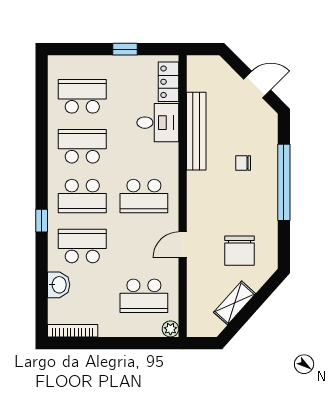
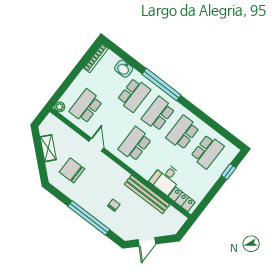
window: (125, 49) -> (229, 172), moved
school desk: (82, 146) -> (183, 133), turned 180
window: (42, 221) -> (162, 85), width x3.17

